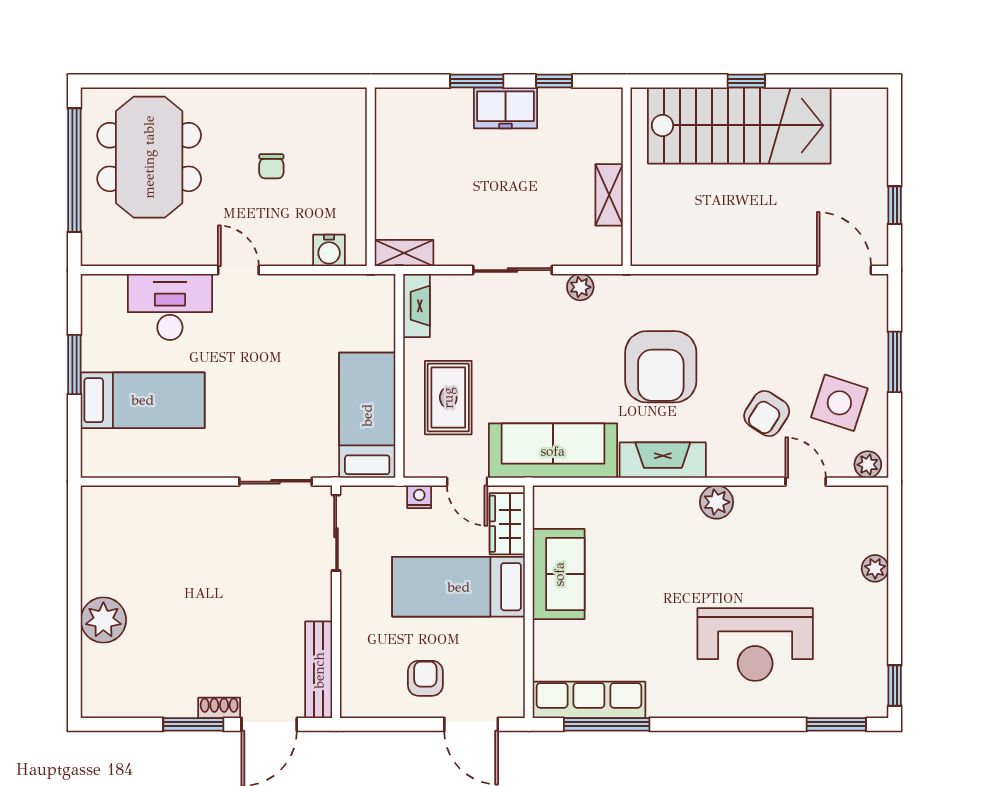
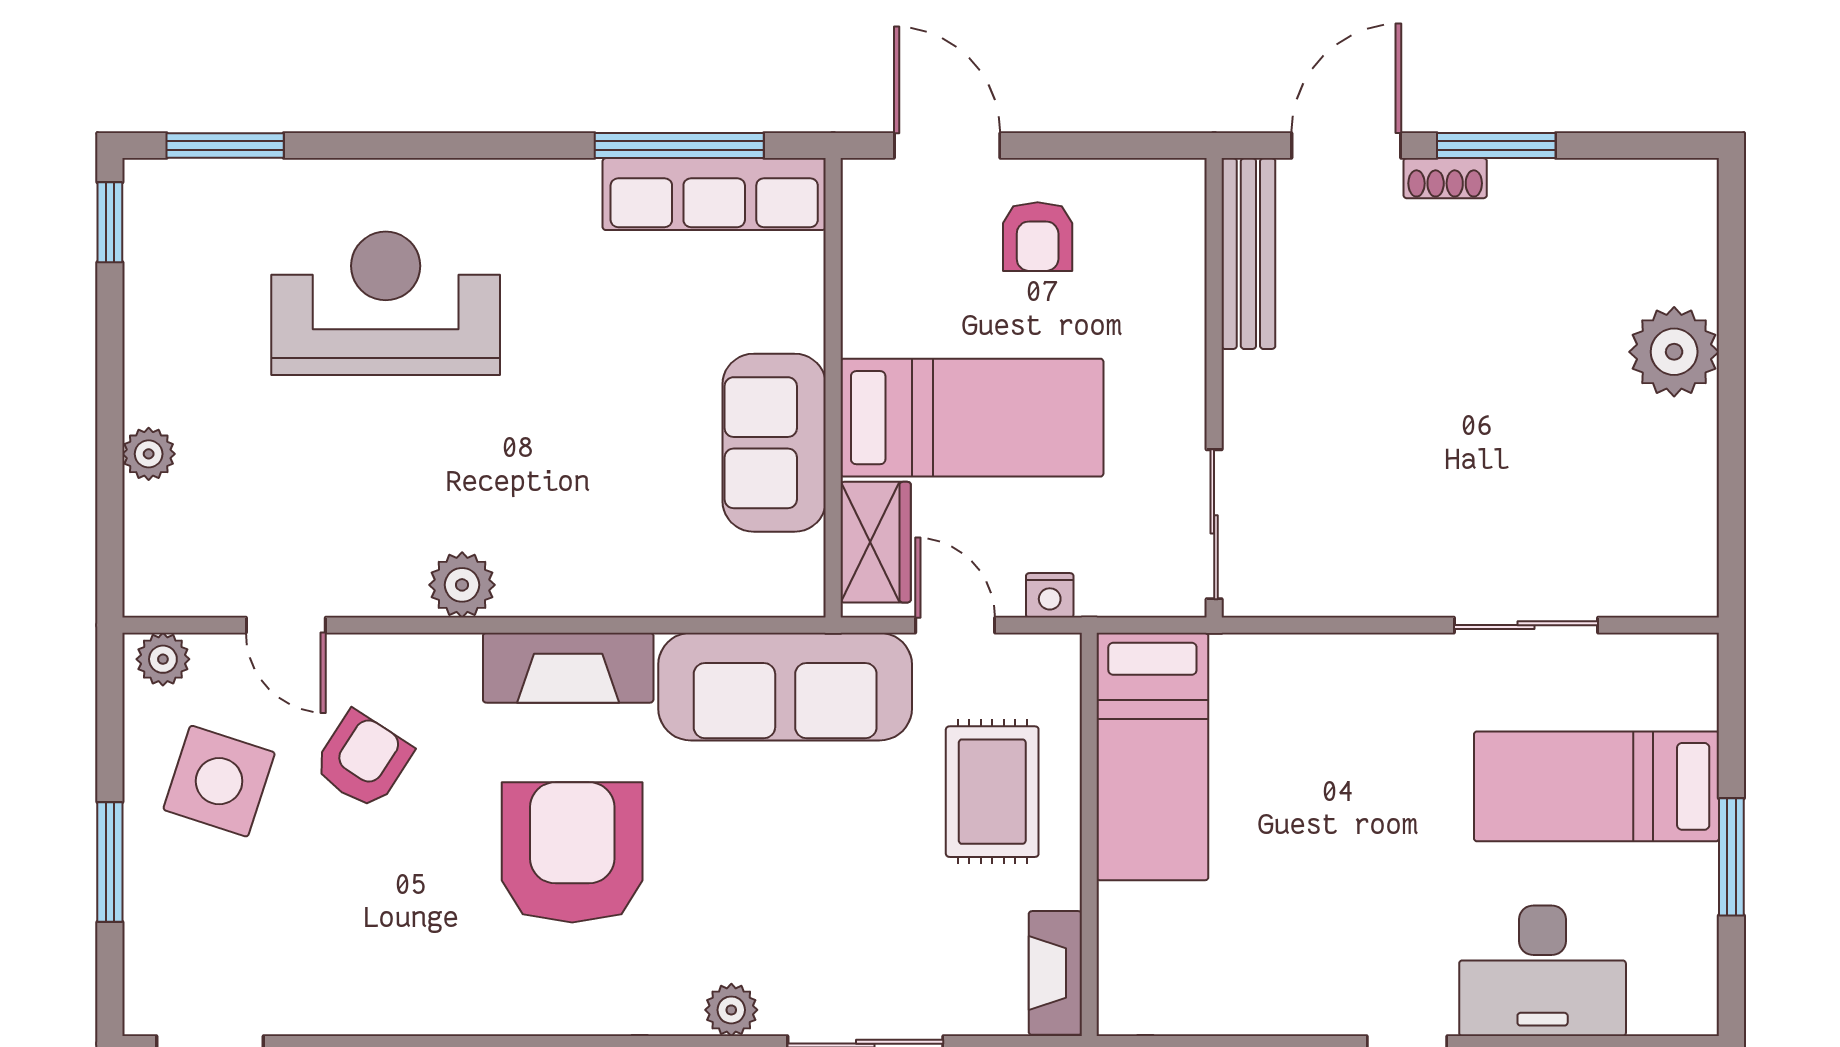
sliding door: (276, 482) -> (1526, 625), moved

